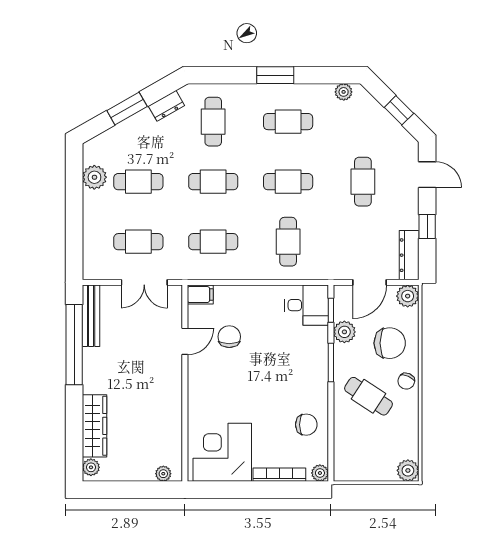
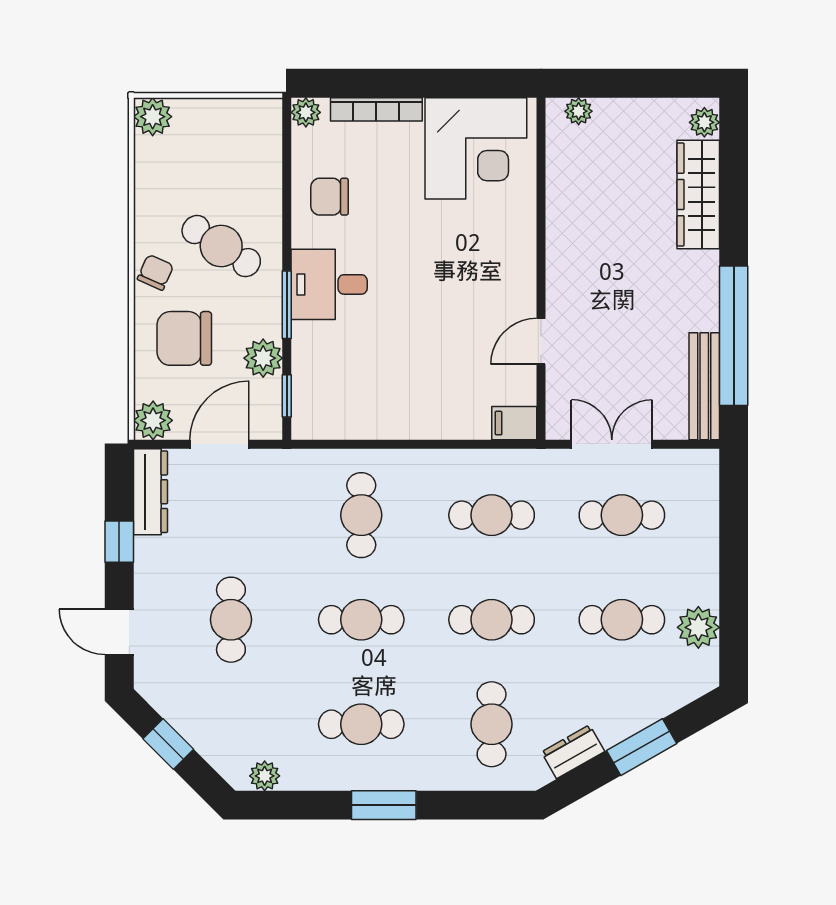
desk: (307, 305) -> (329, 284), moved
chair: (229, 337) -> (464, 350), removed

